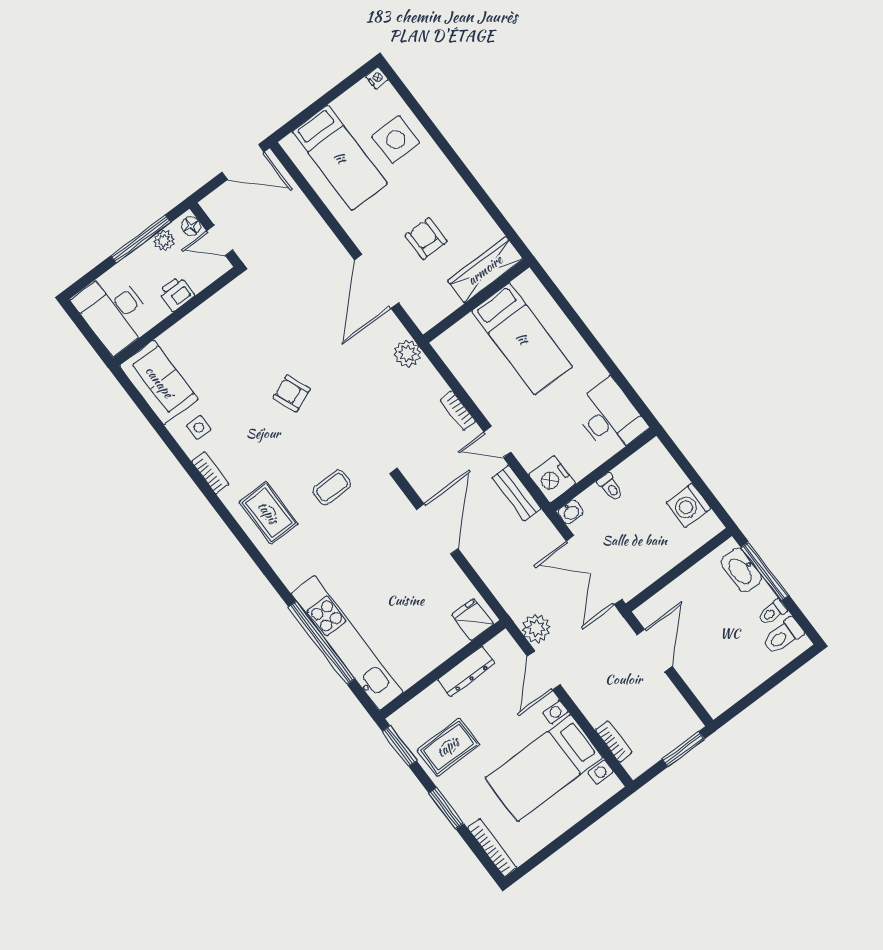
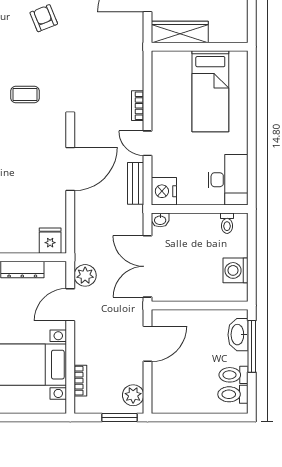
wardrobe: (485, 270) -> (180, 32), moved
plant: (407, 353) -> (133, 395), moved
toilet: (611, 487) -> (227, 223), moved
toilet: (772, 612) -> (234, 375), width x1.37, depth x1.39

